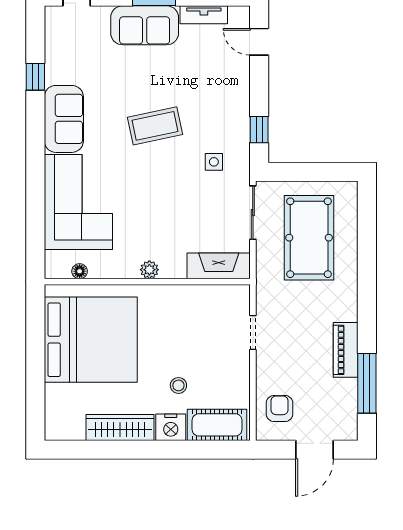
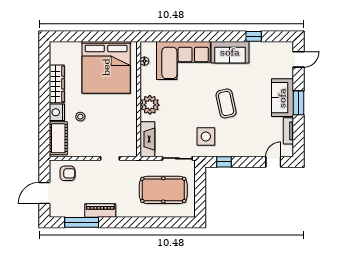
side table: (214, 162) -> (206, 136), width x1.87, depth x1.87
plant: (149, 270) -> (150, 105), width x1.87, depth x1.87
door: (315, 450) -> (44, 193), hinge flipped

